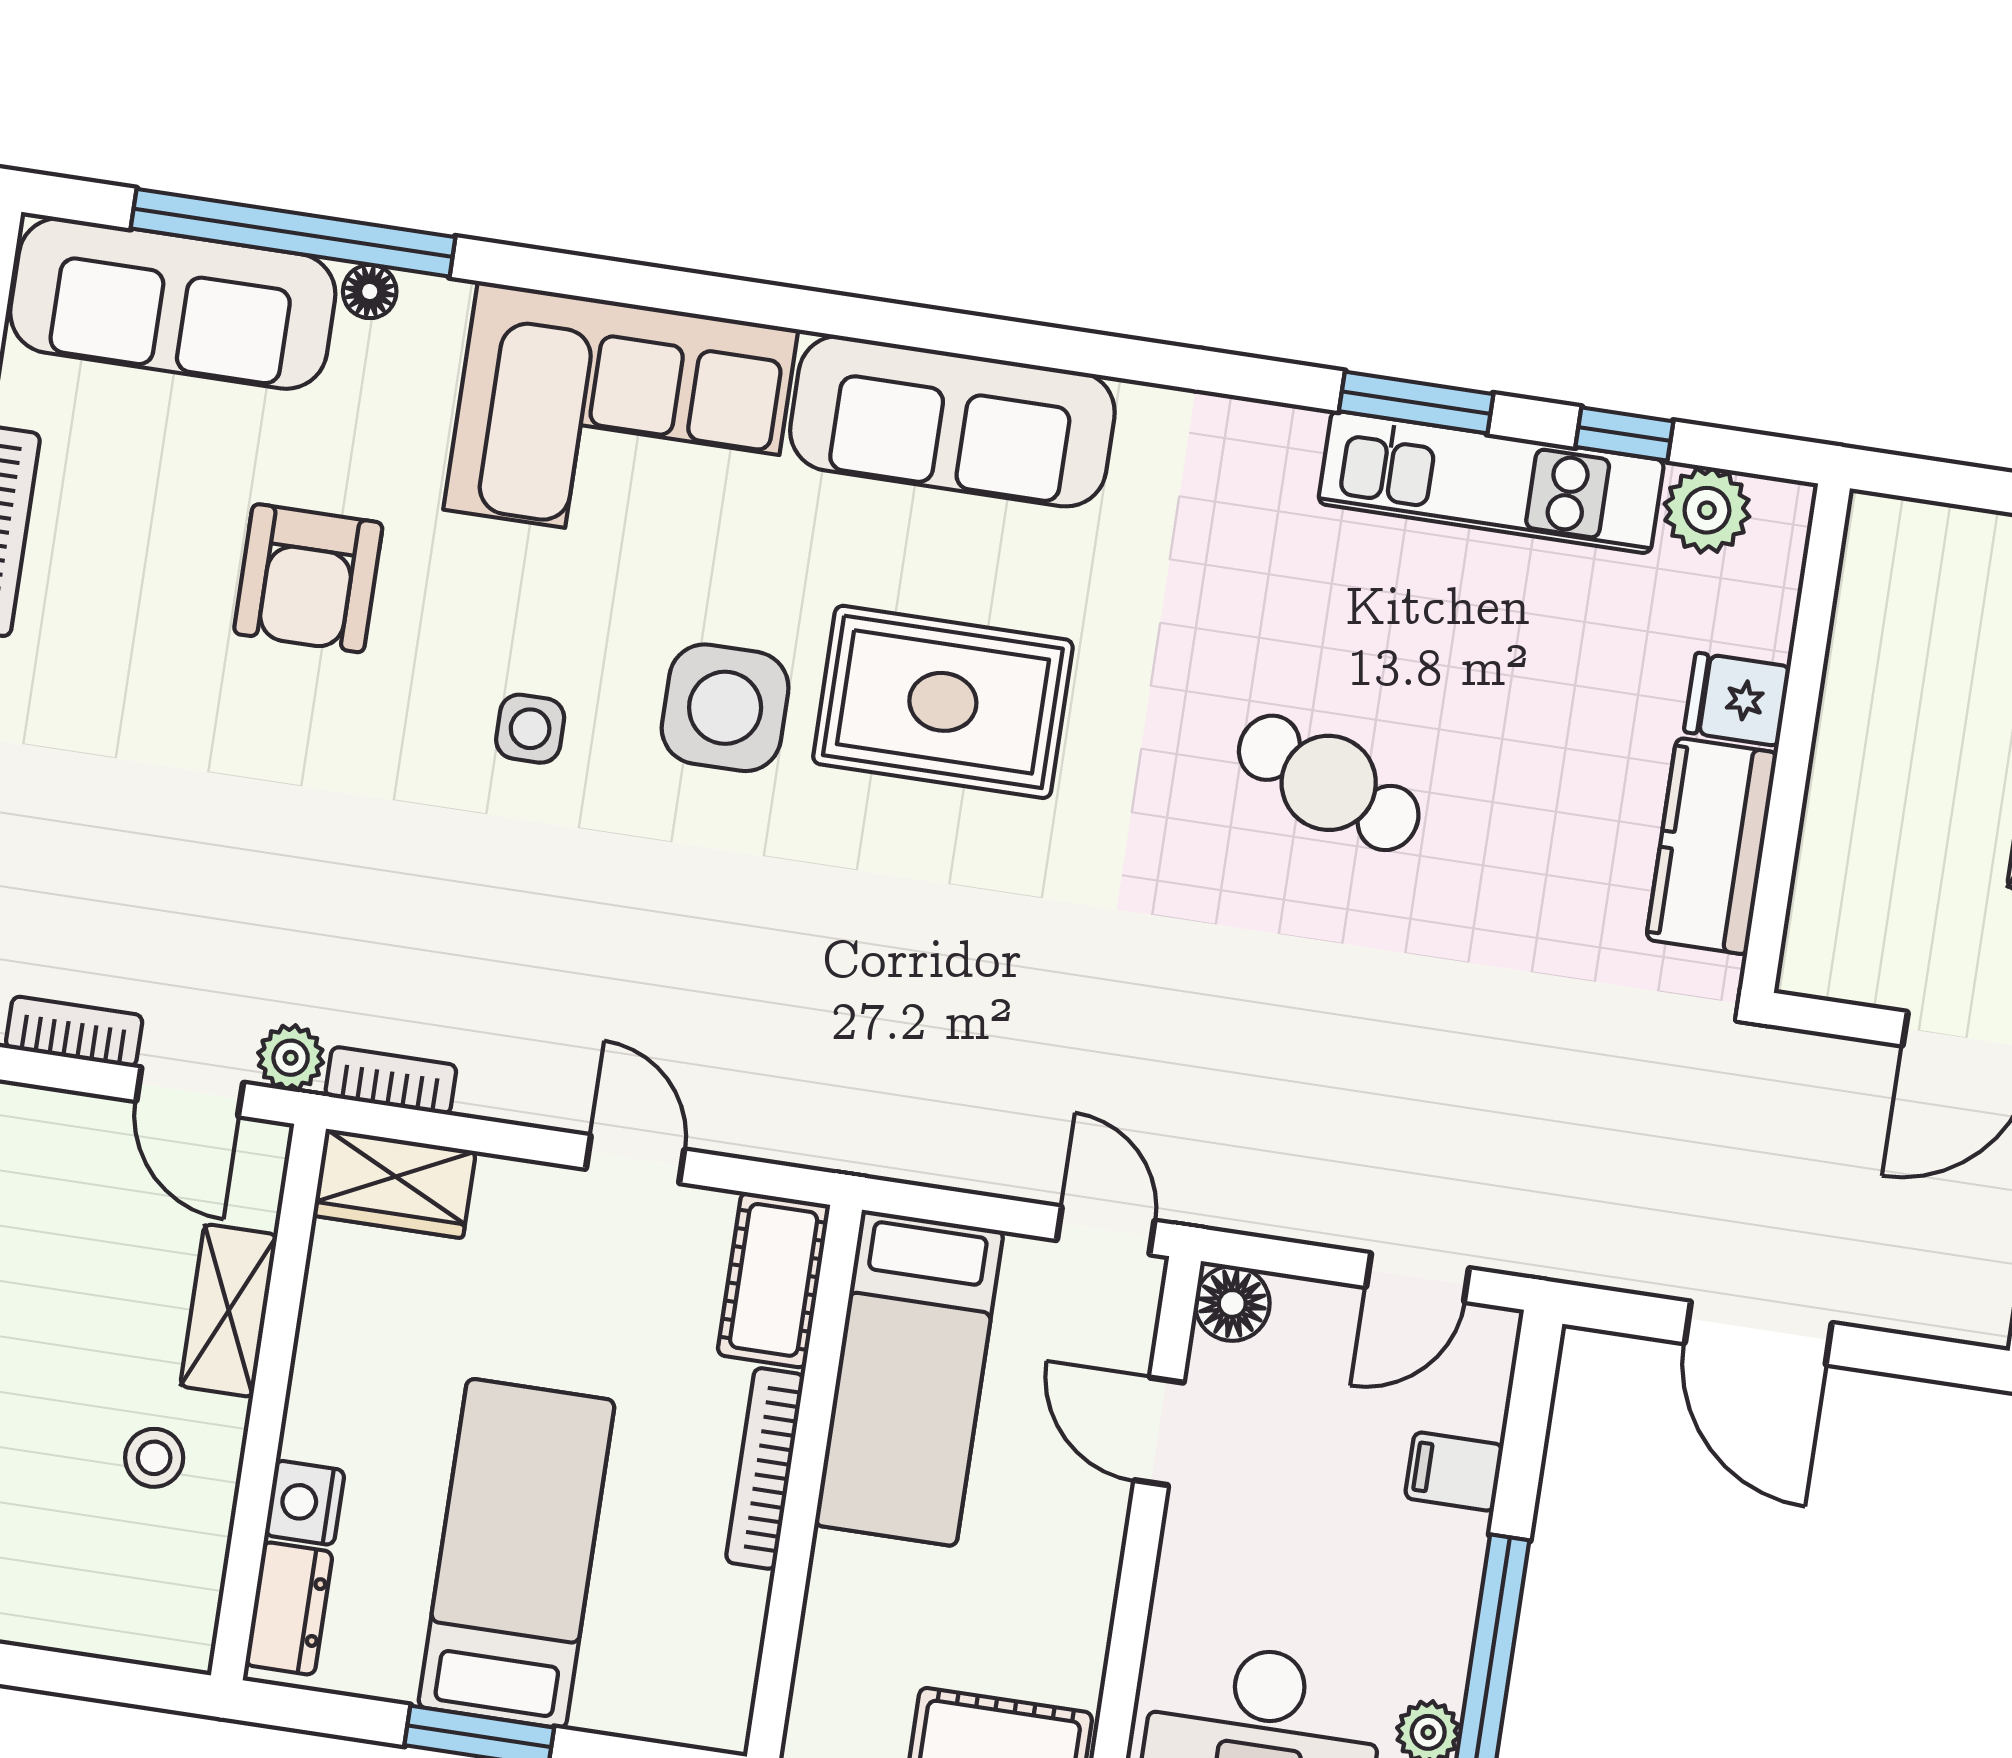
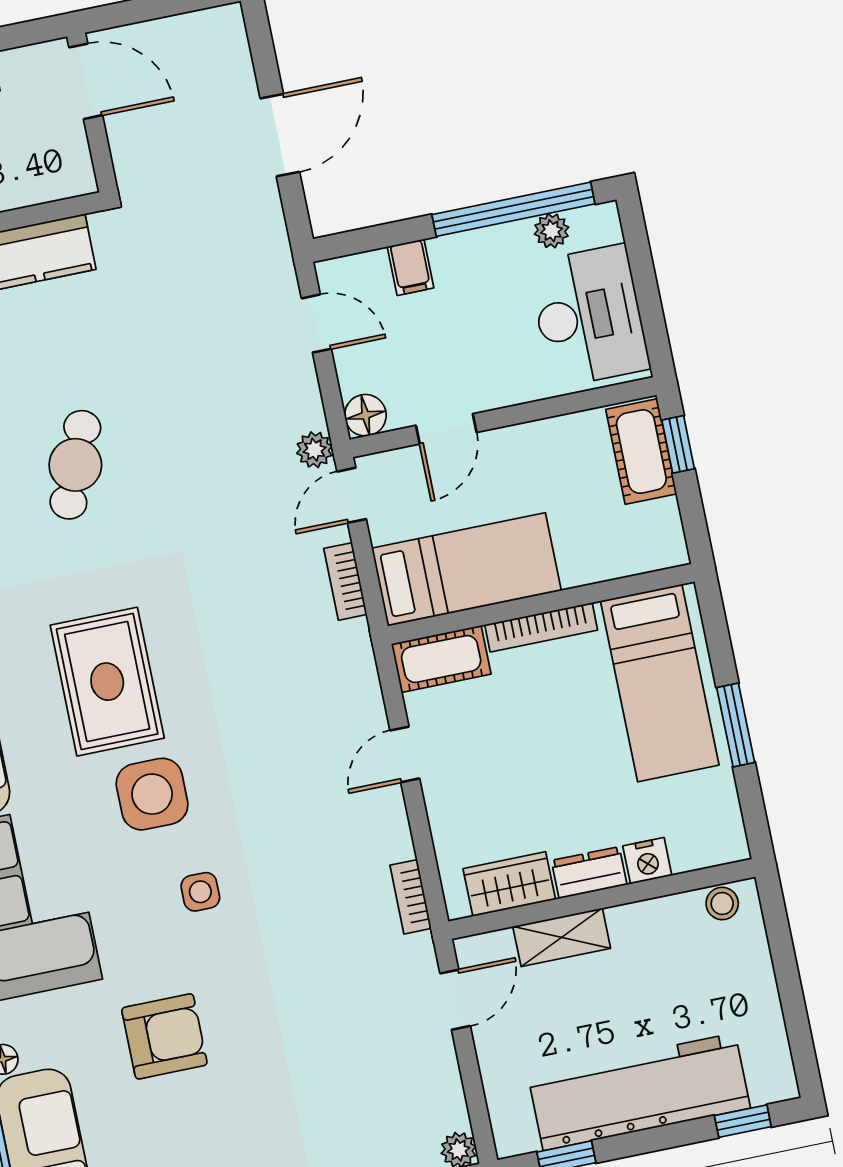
bookcase: (74, 1032) -> (345, 581), moved
plant: (291, 1058) -> (315, 450), moved
wardrobe: (394, 1184) -> (509, 884), moved, turned -90
stool: (154, 1458) -> (722, 903), moved
bed: (516, 1554) -> (660, 683), moved, turned -90
dresser: (289, 1608) -> (589, 873), moved

